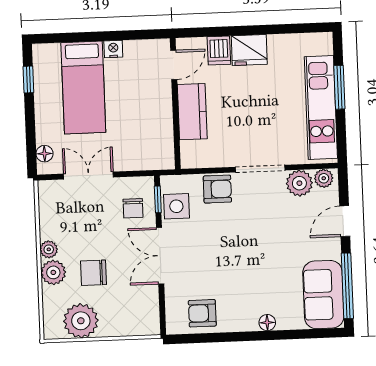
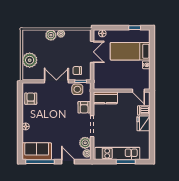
kitchen counter: (192, 112) -> (105, 98), moved
chair: (94, 273) -> (50, 52), removed
plant: (81, 321) -> (30, 60), moved

